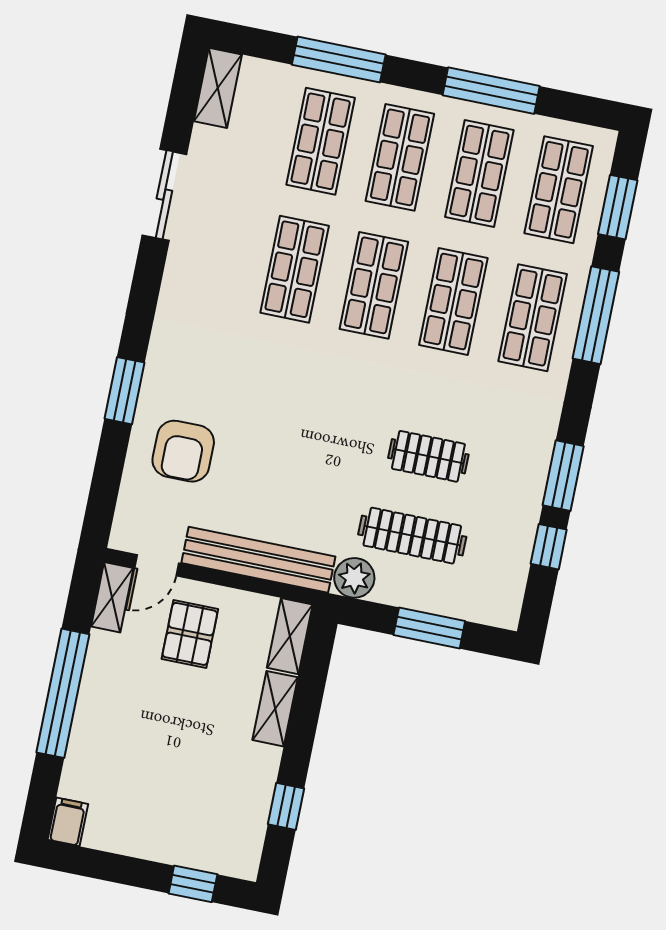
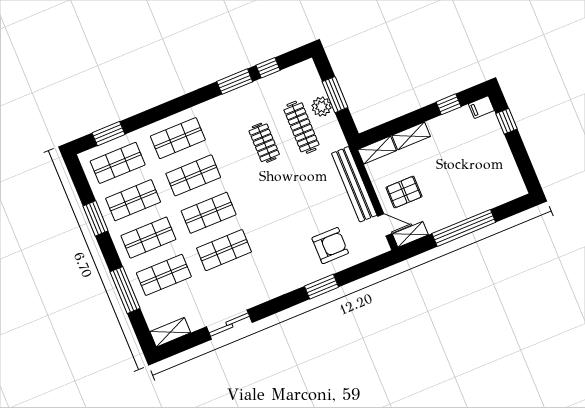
window: (491, 91) -> (95, 218), width x0.69
window: (596, 315) -> (159, 113), removed
plant: (354, 578) -> (321, 107), moved
filing cabinet: (68, 822) -> (481, 107), moved

